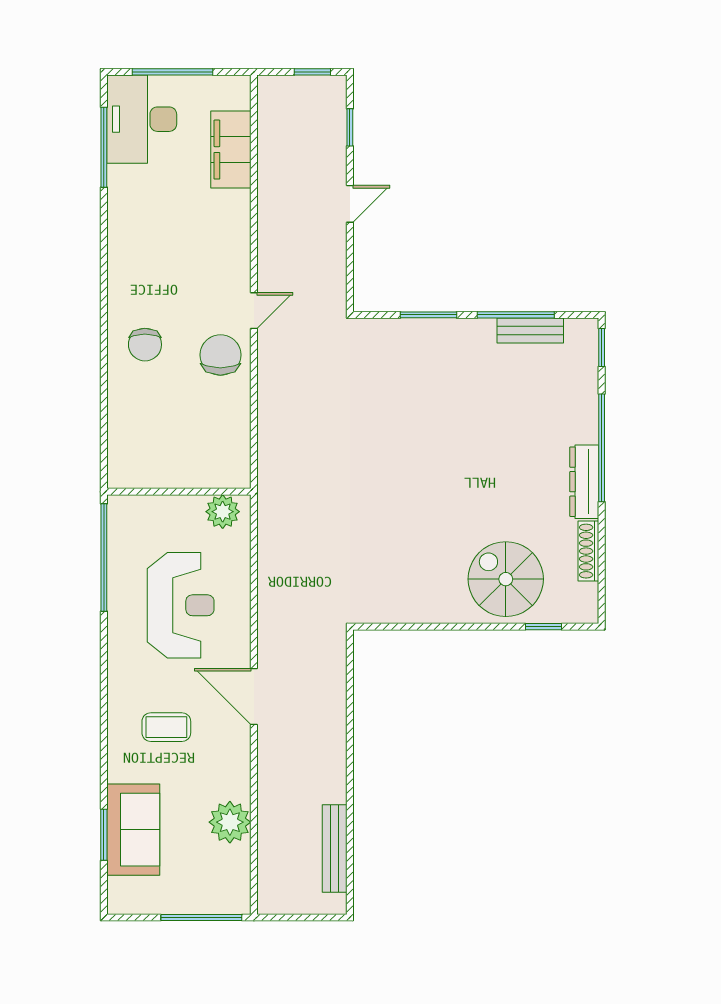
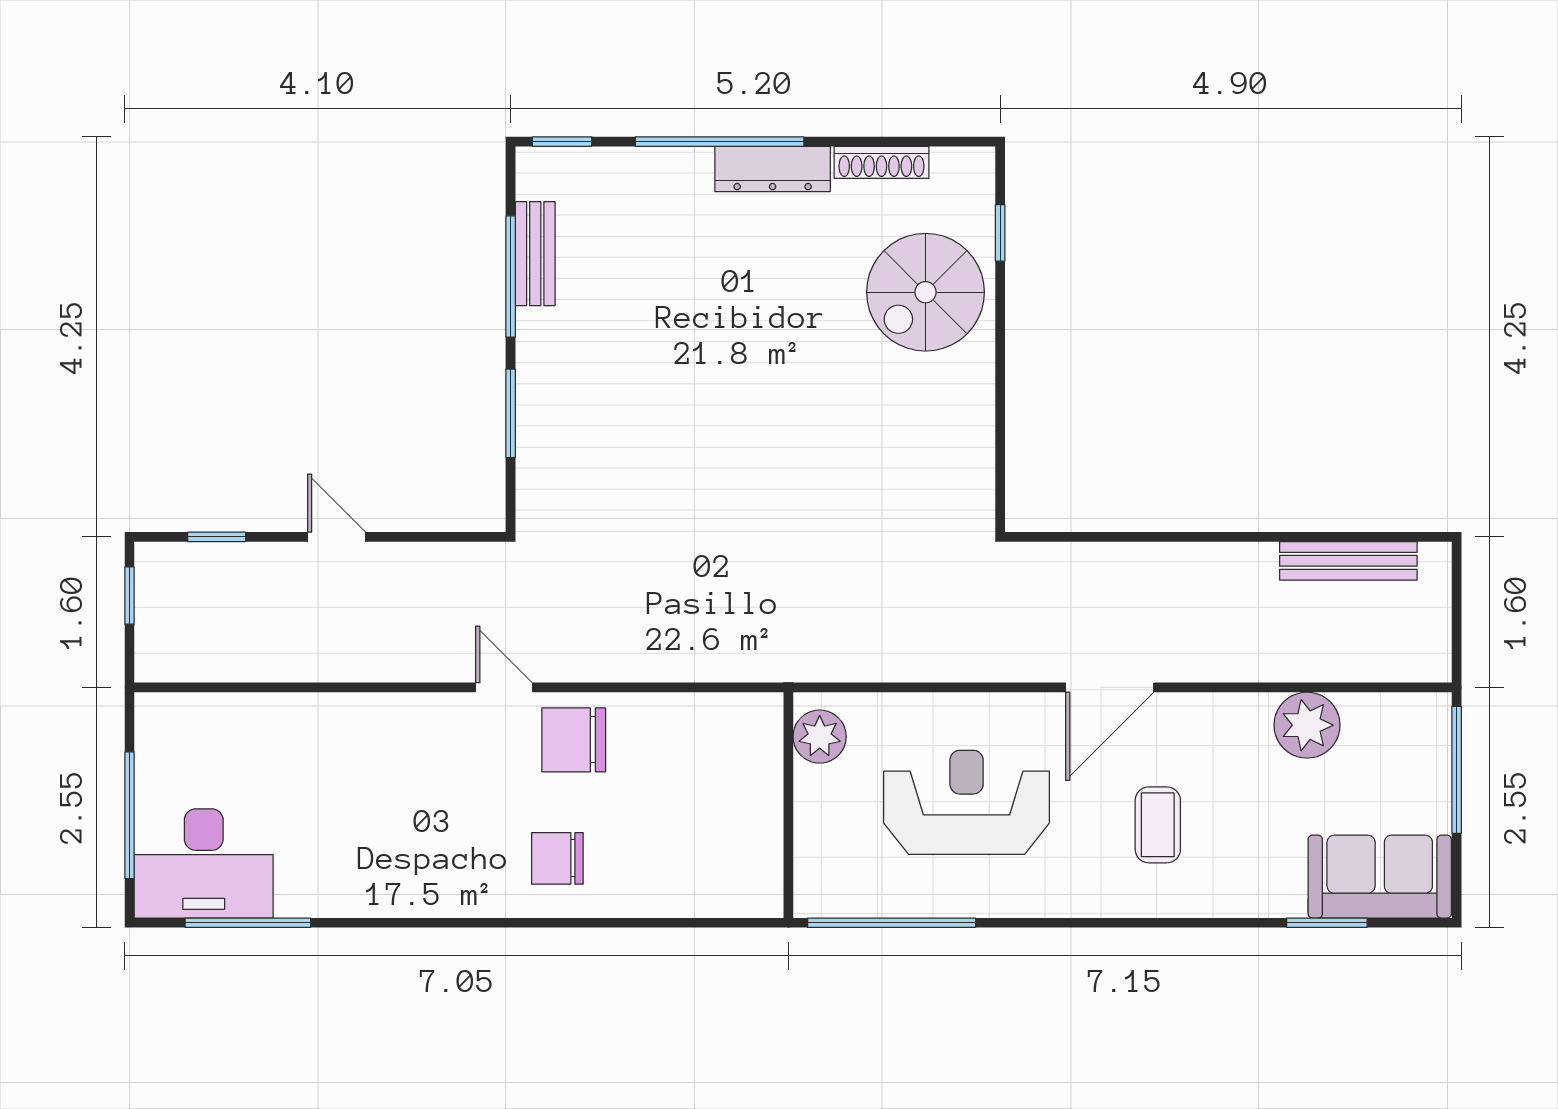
filing cabinet: (231, 150) -> (251, 724), removed
chair: (145, 345) -> (557, 858), turned 180
sofa: (133, 830) -> (1380, 877), moved

